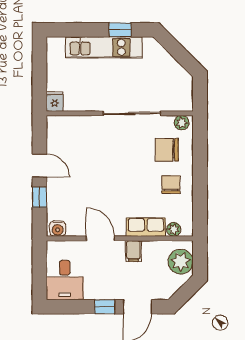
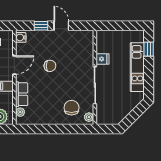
window: (120, 30) -> (149, 49), moved
fridge: (55, 101) -> (103, 59), moved
door: (39, 166) -> (61, 26), swing flipped
chair: (171, 185) -> (50, 66), moved

